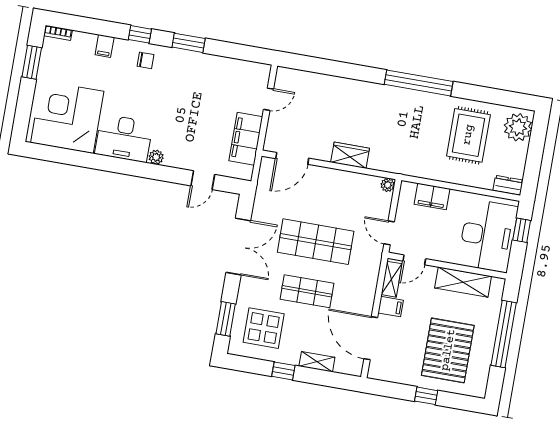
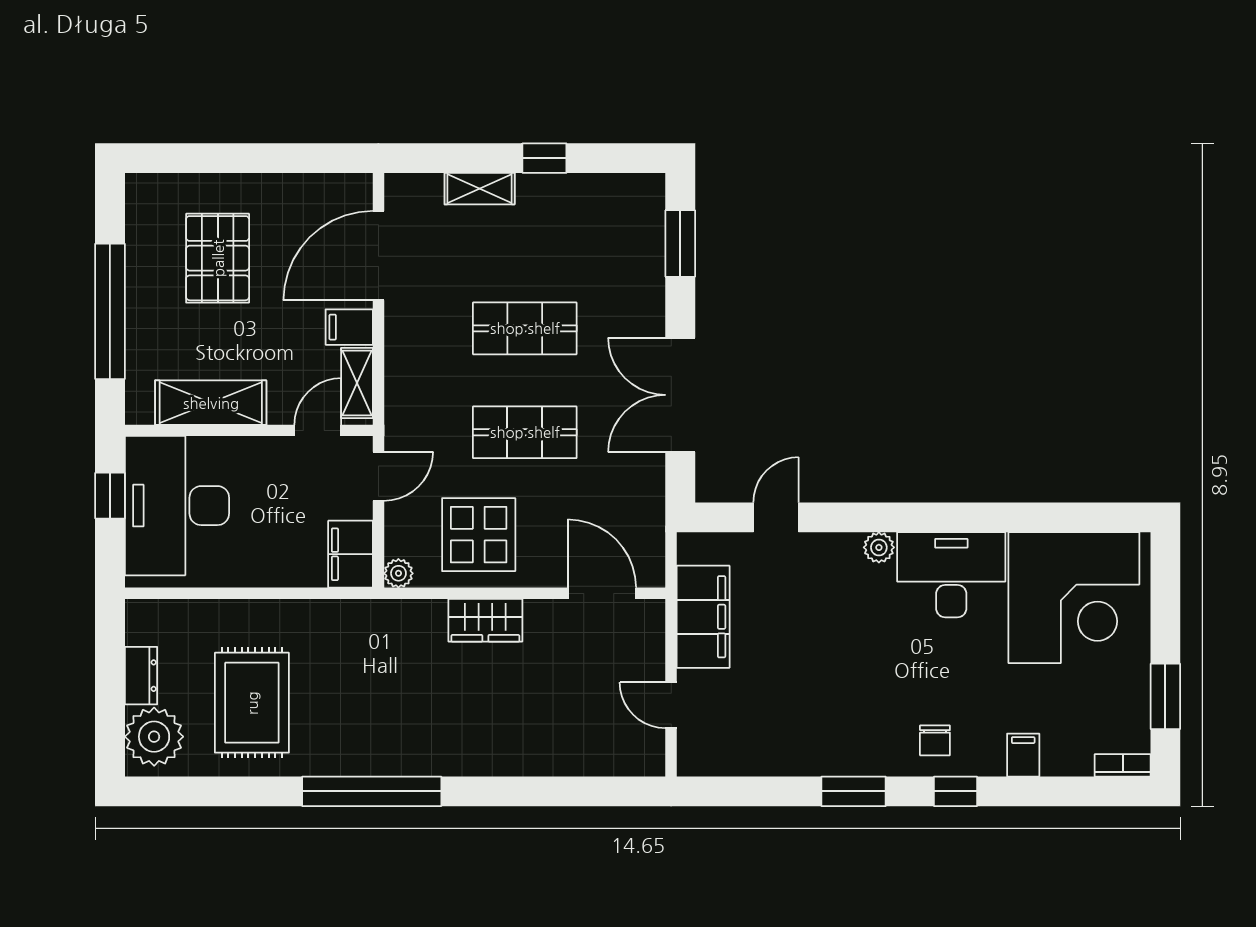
chair: (145, 60) -> (935, 740), turned -90
door: (269, 99) -> (671, 705), hinge flipped
door: (292, 158) -> (602, 593), hinge flipped
dresser: (508, 185) -> (141, 676), moved, turned -90
filing cabinet: (432, 197) -> (351, 554), moved, turned -90
window: (522, 230) -> (110, 496), moved
door: (389, 233) -> (378, 476), hinge flipped
shop shelf: (316, 242) -> (525, 432), width x0.70, depth x0.74
display table: (264, 328) -> (479, 535), moved
door: (371, 338) -> (378, 256), swing flipped
pallet: (448, 350) -> (218, 258), width x0.73, depth x0.71
window: (426, 396) -> (245, 158), removed

